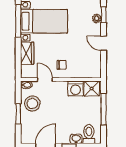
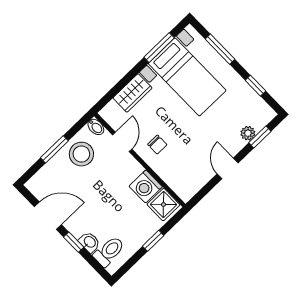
window: (18, 21) -> (159, 48), width x0.69
window: (104, 109) -> (153, 241), width x0.46

